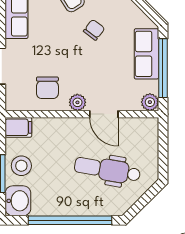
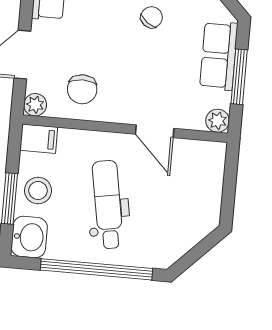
window: (163, 68) -> (239, 77), width x0.69
plant: (77, 102) -> (35, 105), moved
dental chair: (107, 170) -> (108, 205), moved, turned 70

